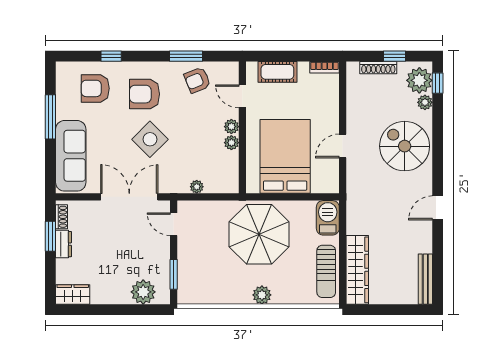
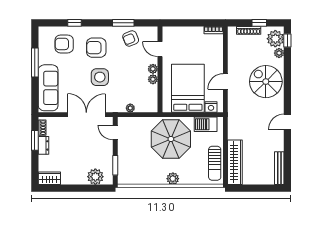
cot: (277, 72) -> (183, 33), removed
side table: (150, 139) -> (100, 77), turned 45
nightstand: (320, 185) -> (211, 107), added
barbecue: (328, 218) -> (206, 124), moved, turned -90

